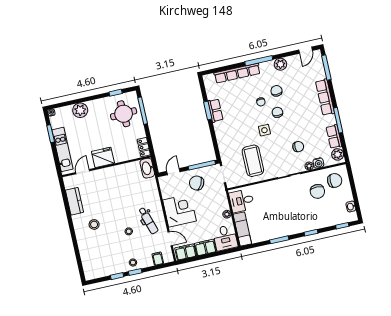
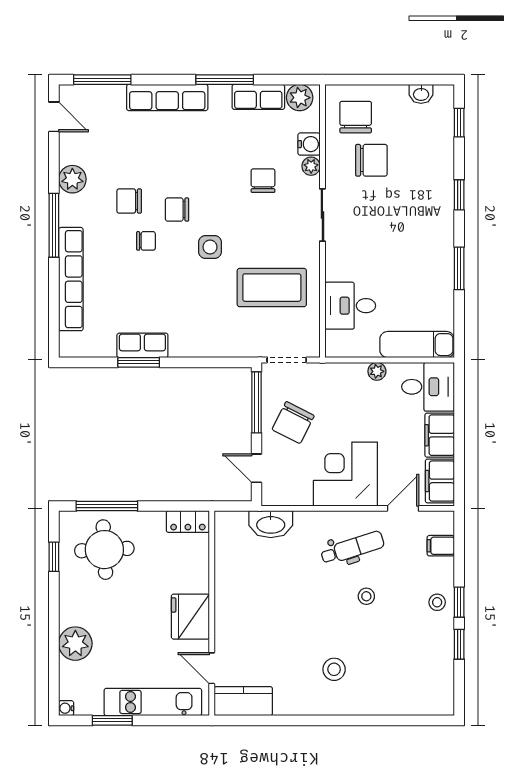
washbasin: (147, 168) -> (271, 524), moved
kitchen counter: (74, 201) -> (243, 701), moved
desk: (242, 201) -> (350, 306), moved, turned 90

